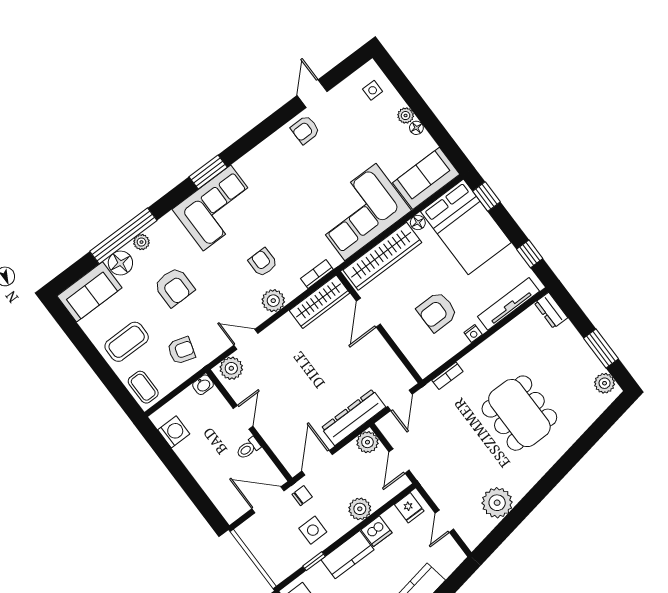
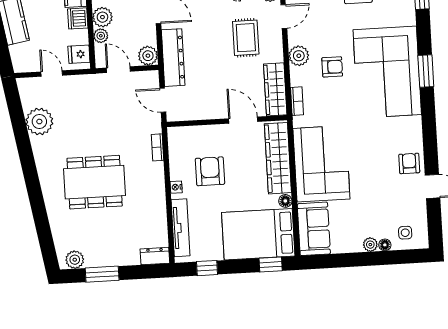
floor lamp: (416, 128) -> (385, 245), moved
corner sofa: (217, 208) -> (387, 72), width x1.36, depth x1.36
rug: (289, 362) -> (246, 38), added
plant: (378, 499) -> (101, 36), added

